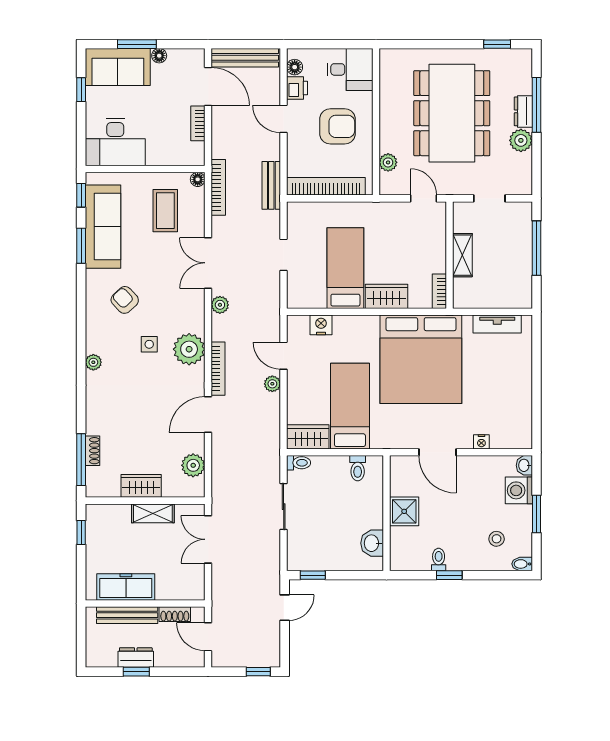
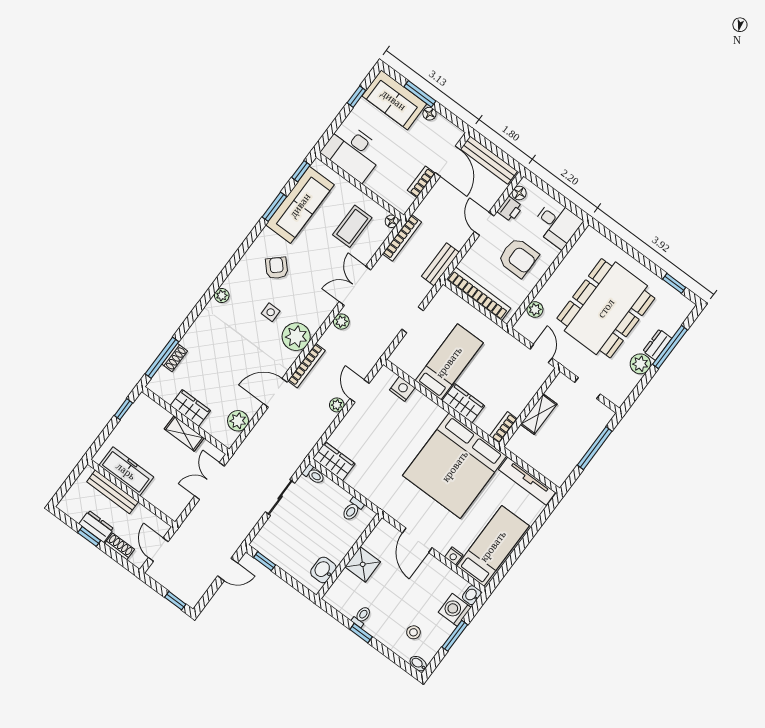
tv unit: (497, 324) -> (527, 481), width x1.41
bed: (350, 406) -> (493, 546), moved
shoe rack: (175, 614) -> (120, 546), moved, turned 180

